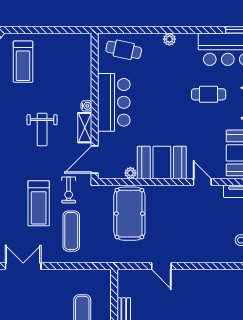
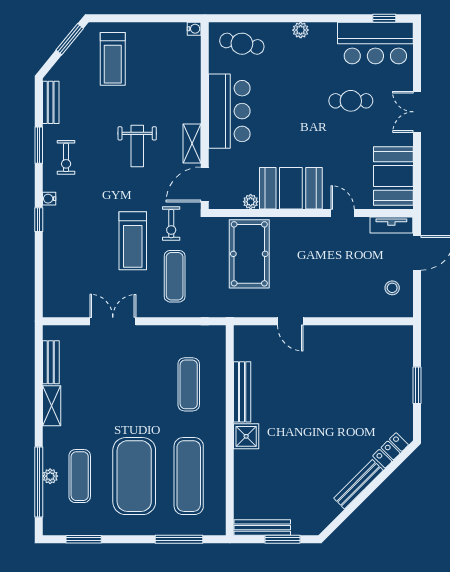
water cooler: (86, 106) -> (194, 29), moved

